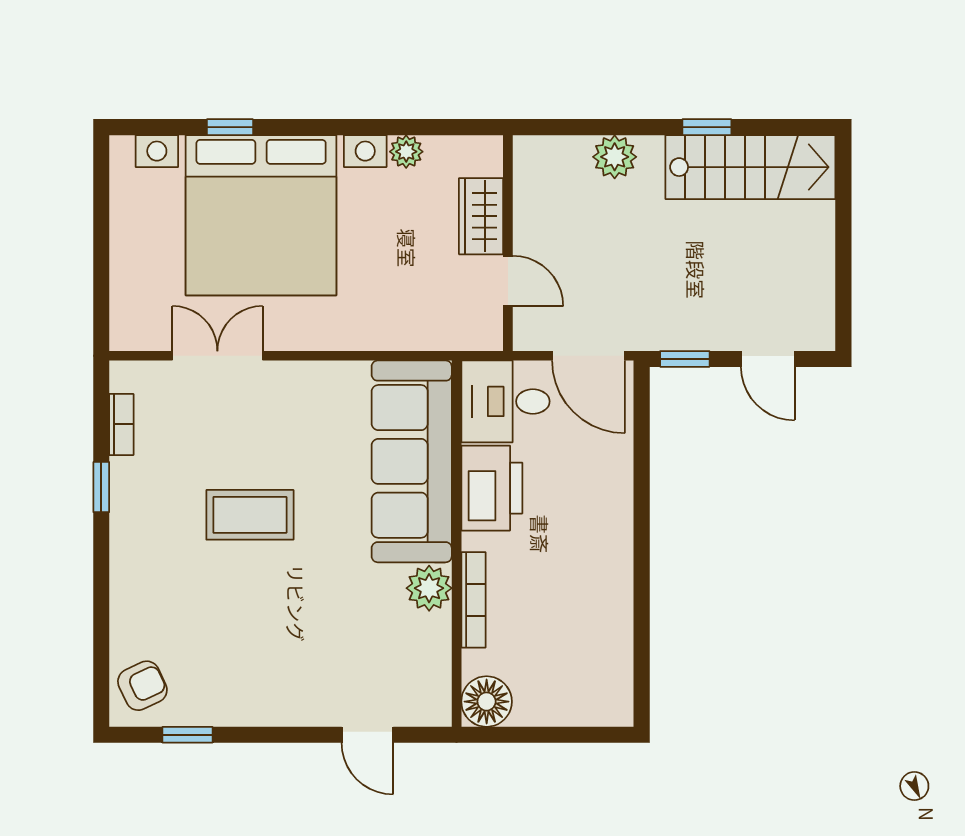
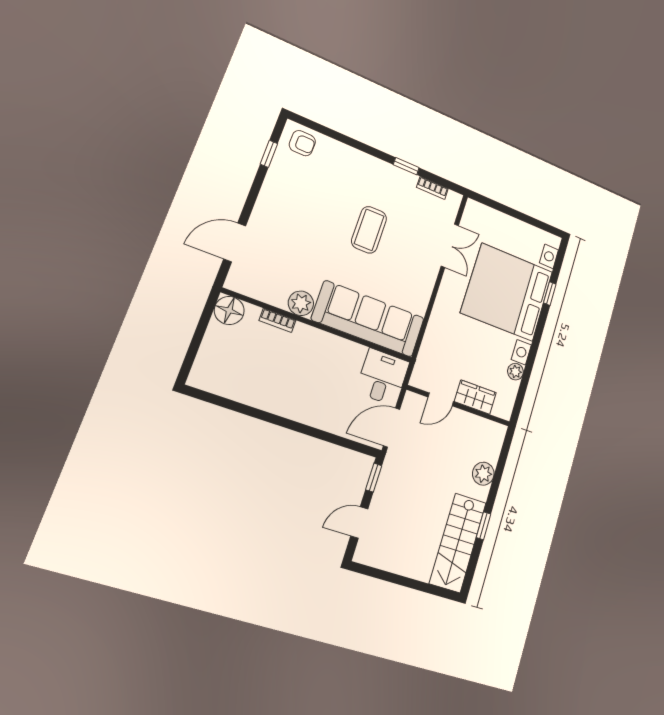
printer: (492, 488) -> (341, 354), removed
bookcase: (473, 600) -> (277, 320), width x0.64
armchair: (142, 686) -> (302, 143), turned -65
door: (367, 735) -> (235, 242), width x1.38

